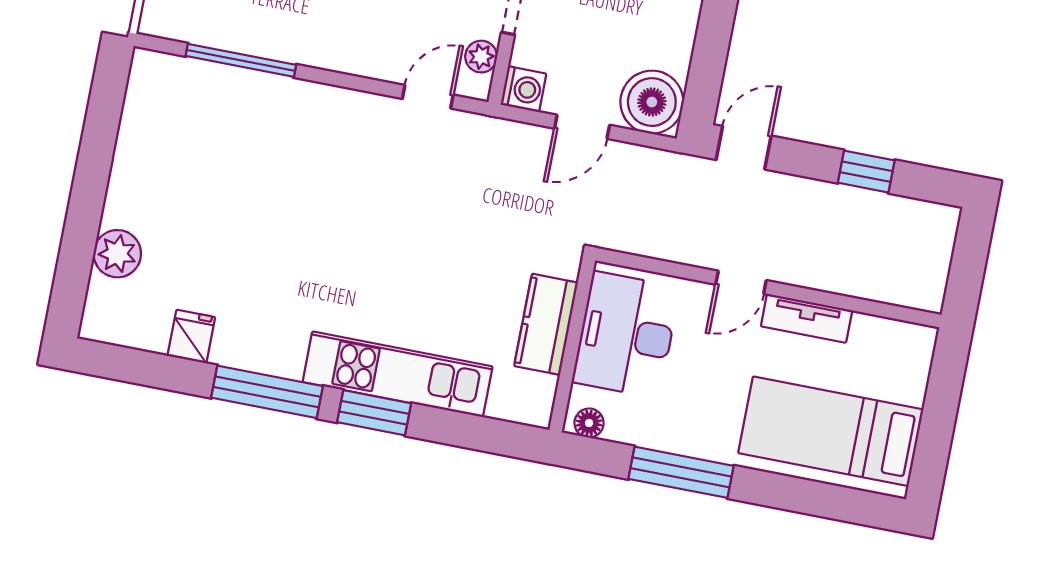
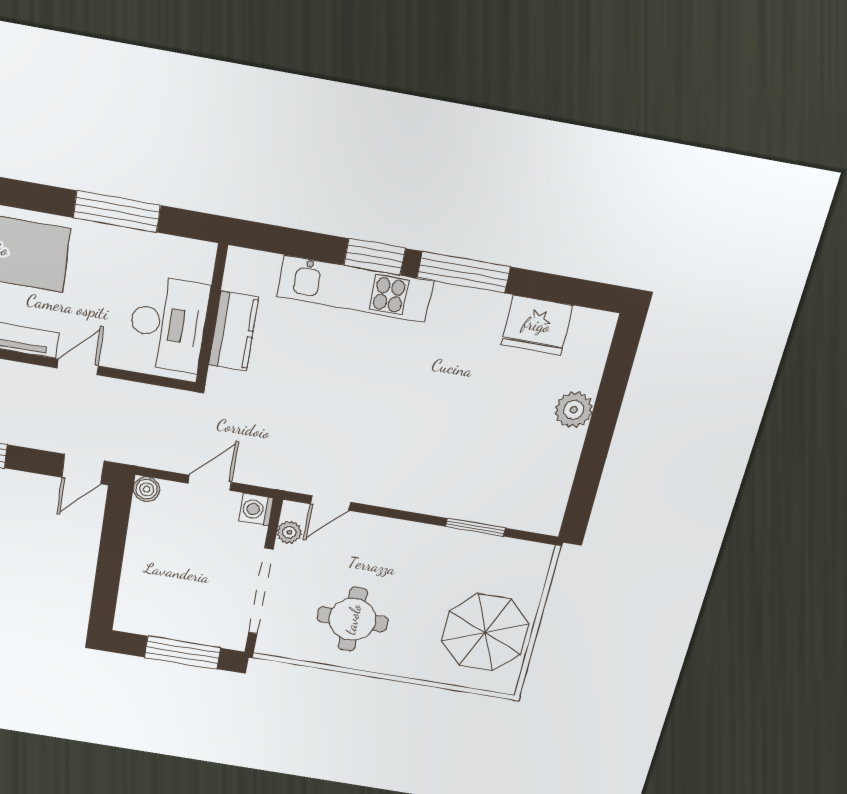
window: (241, 60) -> (475, 527), width x0.69
boiler: (652, 102) -> (147, 489), width x0.54, depth x0.54
plant: (117, 254) -> (574, 410), moved
fridge: (191, 336) -> (537, 325), width x1.88, depth x1.34
floor lamp: (589, 423) -> (196, 251), removed

